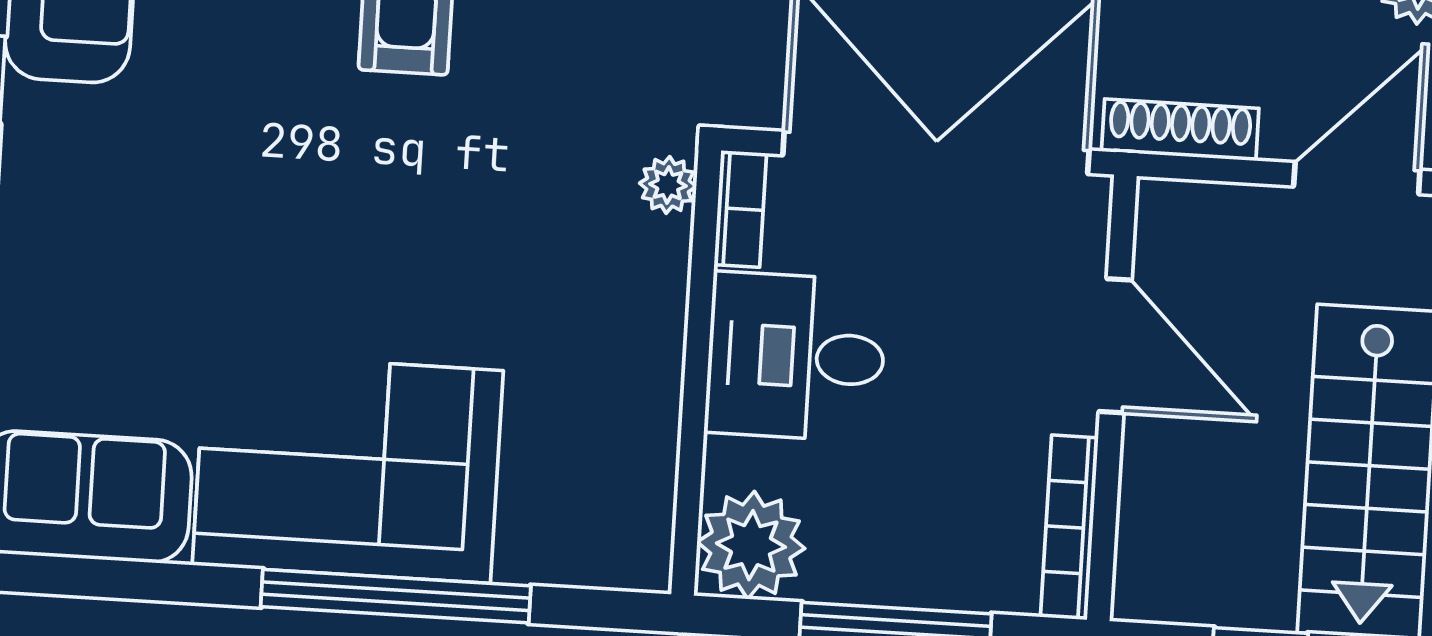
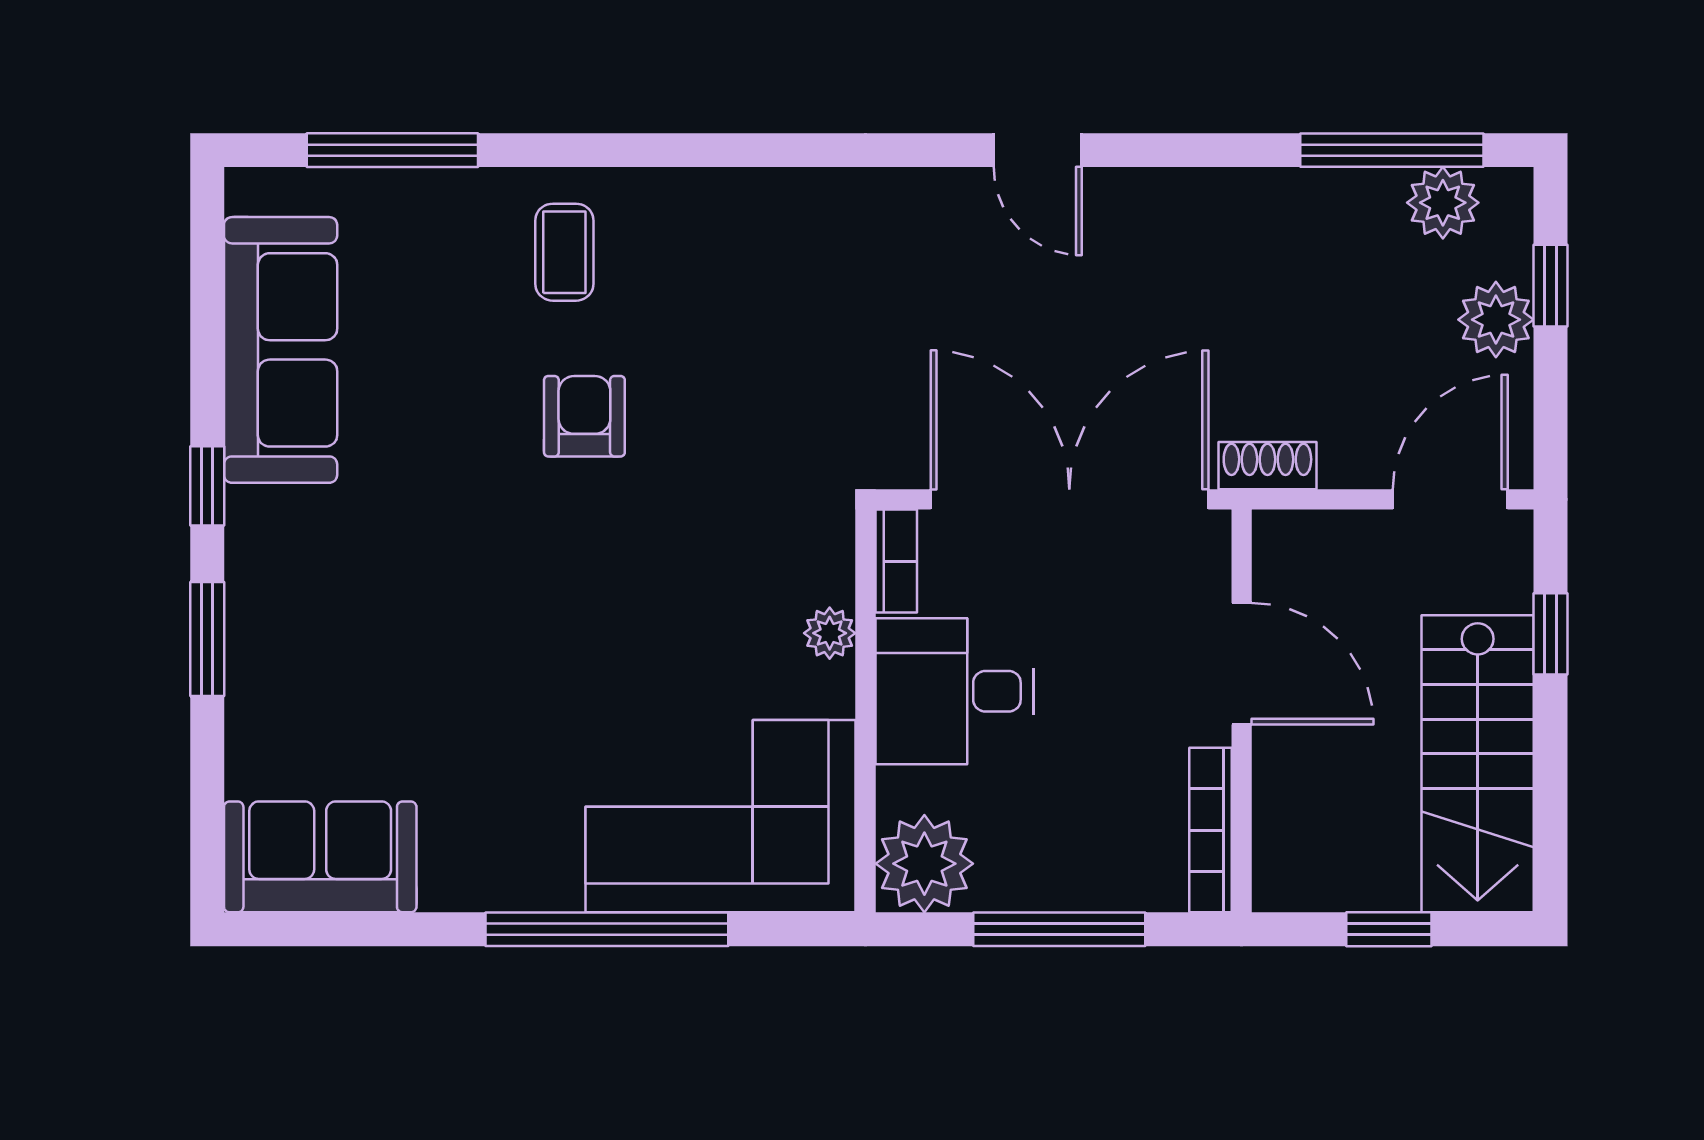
shoe rack: (1180, 130) -> (1267, 466), width x0.70
plant: (668, 185) -> (830, 633), moved
corner sofa: (348, 468) -> (721, 816), moved

